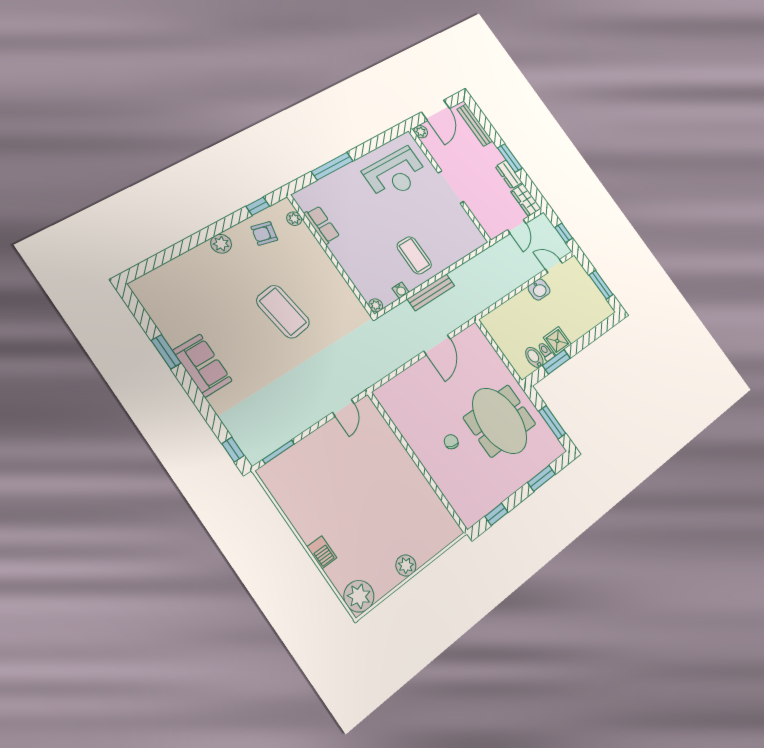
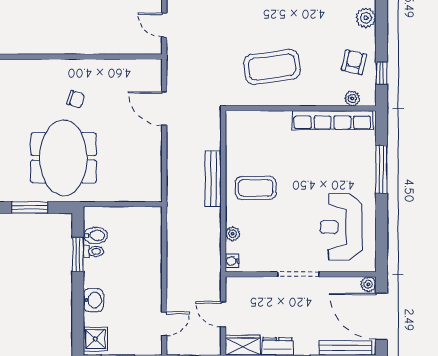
door: (436, 110) -> (382, 316), width x1.36
row of seats: (322, 225) -> (332, 120), width x2.02
water cooler: (401, 290) -> (232, 261), moved
washbasin: (539, 290) -> (93, 300), moved, turned 180
plant: (376, 305) -> (233, 234), moved
coffee table: (283, 312) -> (272, 67), moved
shower: (557, 341) -> (95, 339), moved
door: (437, 345) -> (164, 109), moved
meeting table: (500, 421) -> (64, 158), turned 90

